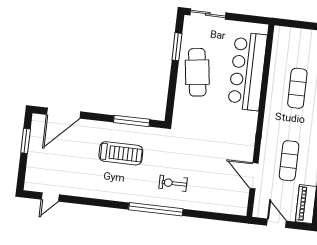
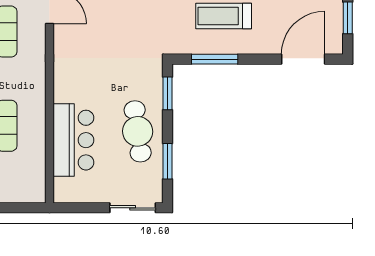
bar counter: (247, 71) -> (73, 140), width x0.73
window: (171, 99) -> (168, 93), added

